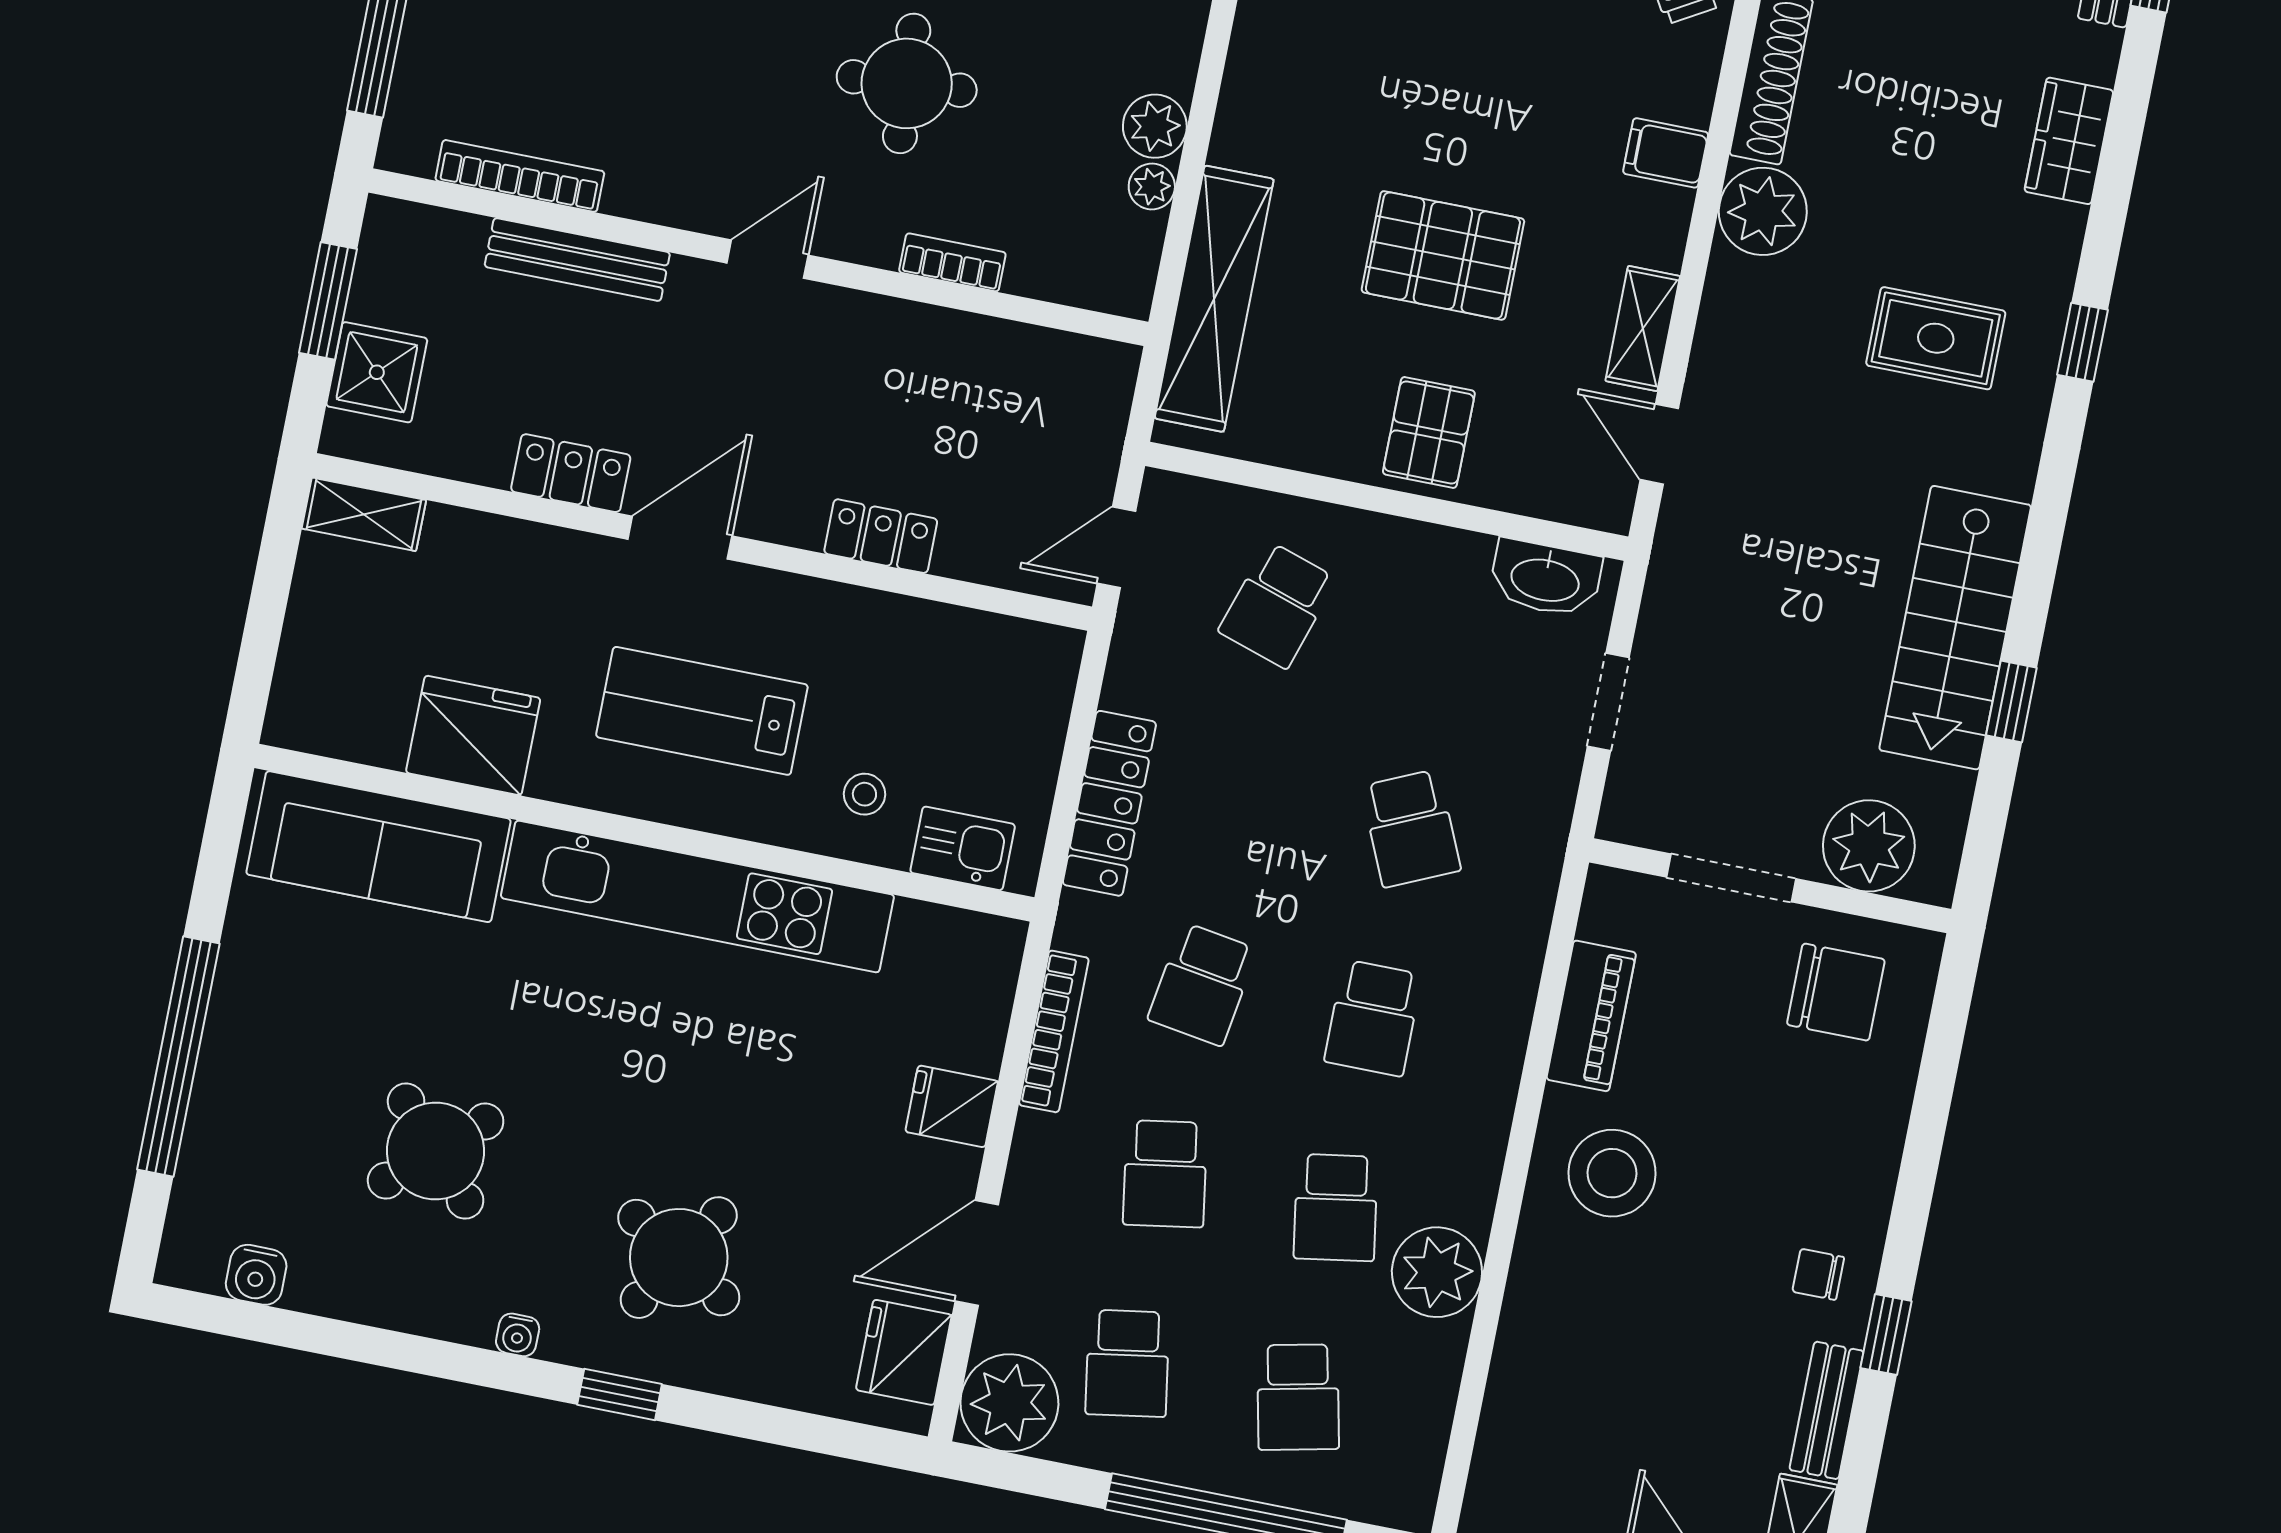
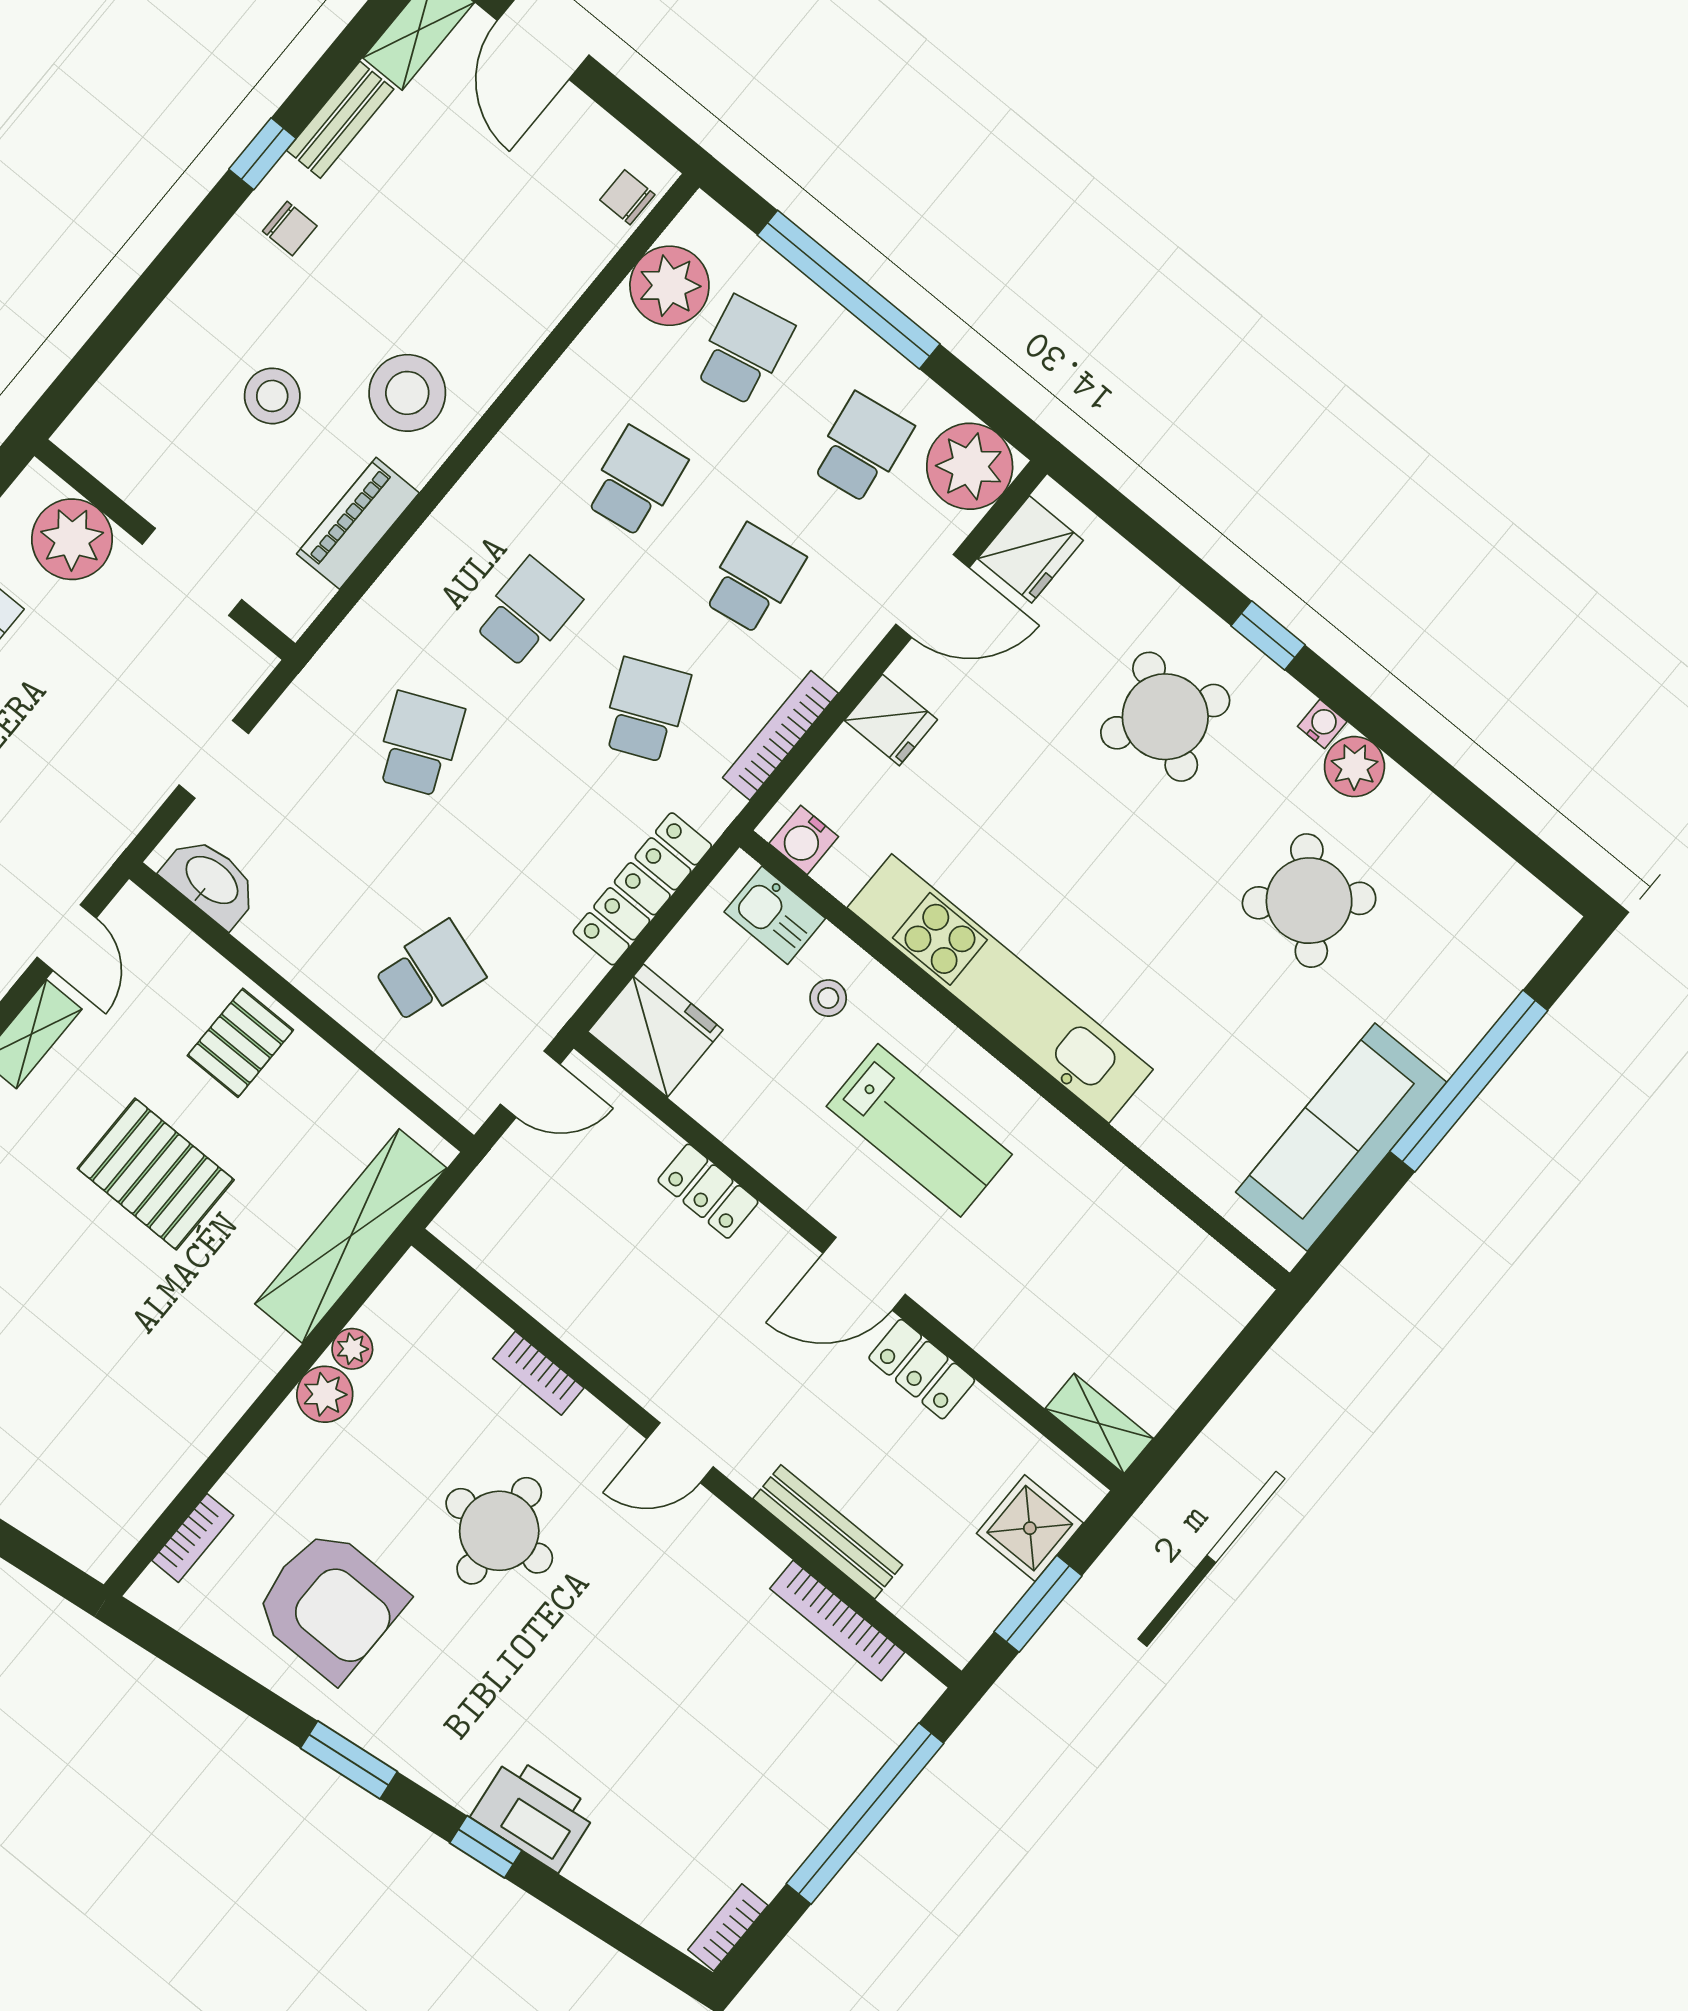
fridge: (473, 735) -> (655, 1031), moved, turned 180
sofa: (379, 847) -> (1341, 1137), moved, turned -90
school desk: (1202, 984) -> (646, 710), turned -33
chair: (1836, 992) -> (627, 197), moved, width x0.54, depth x0.54
stool: (1746, 1097) -> (272, 396), added
plant: (1437, 1272) -> (669, 286), moved
water cooler: (256, 1275) -> (804, 840), moved, turned 180
plant: (462, 1310) -> (1354, 767), added

